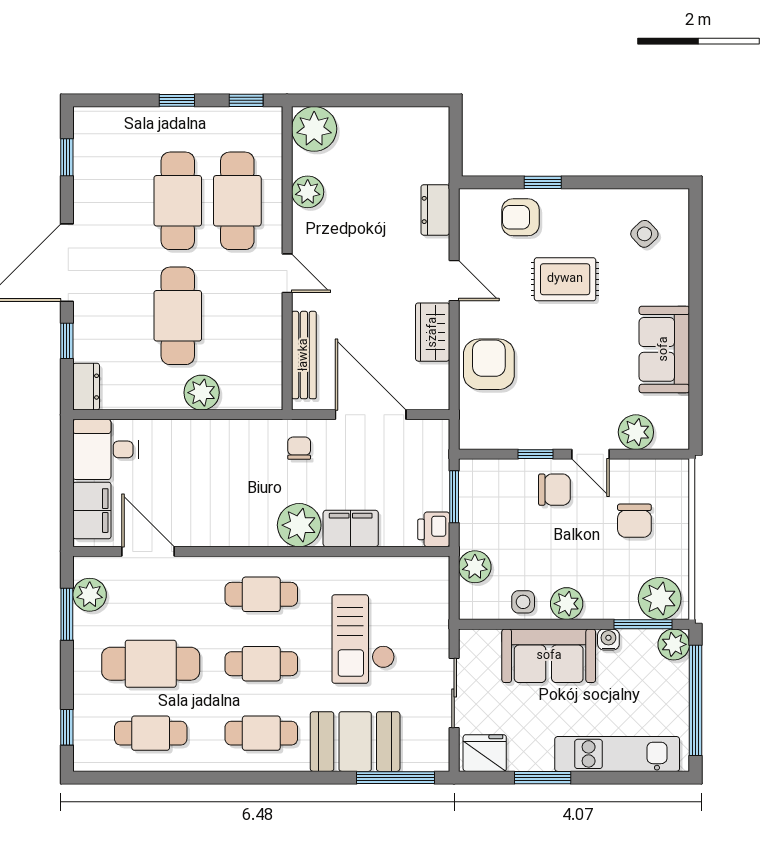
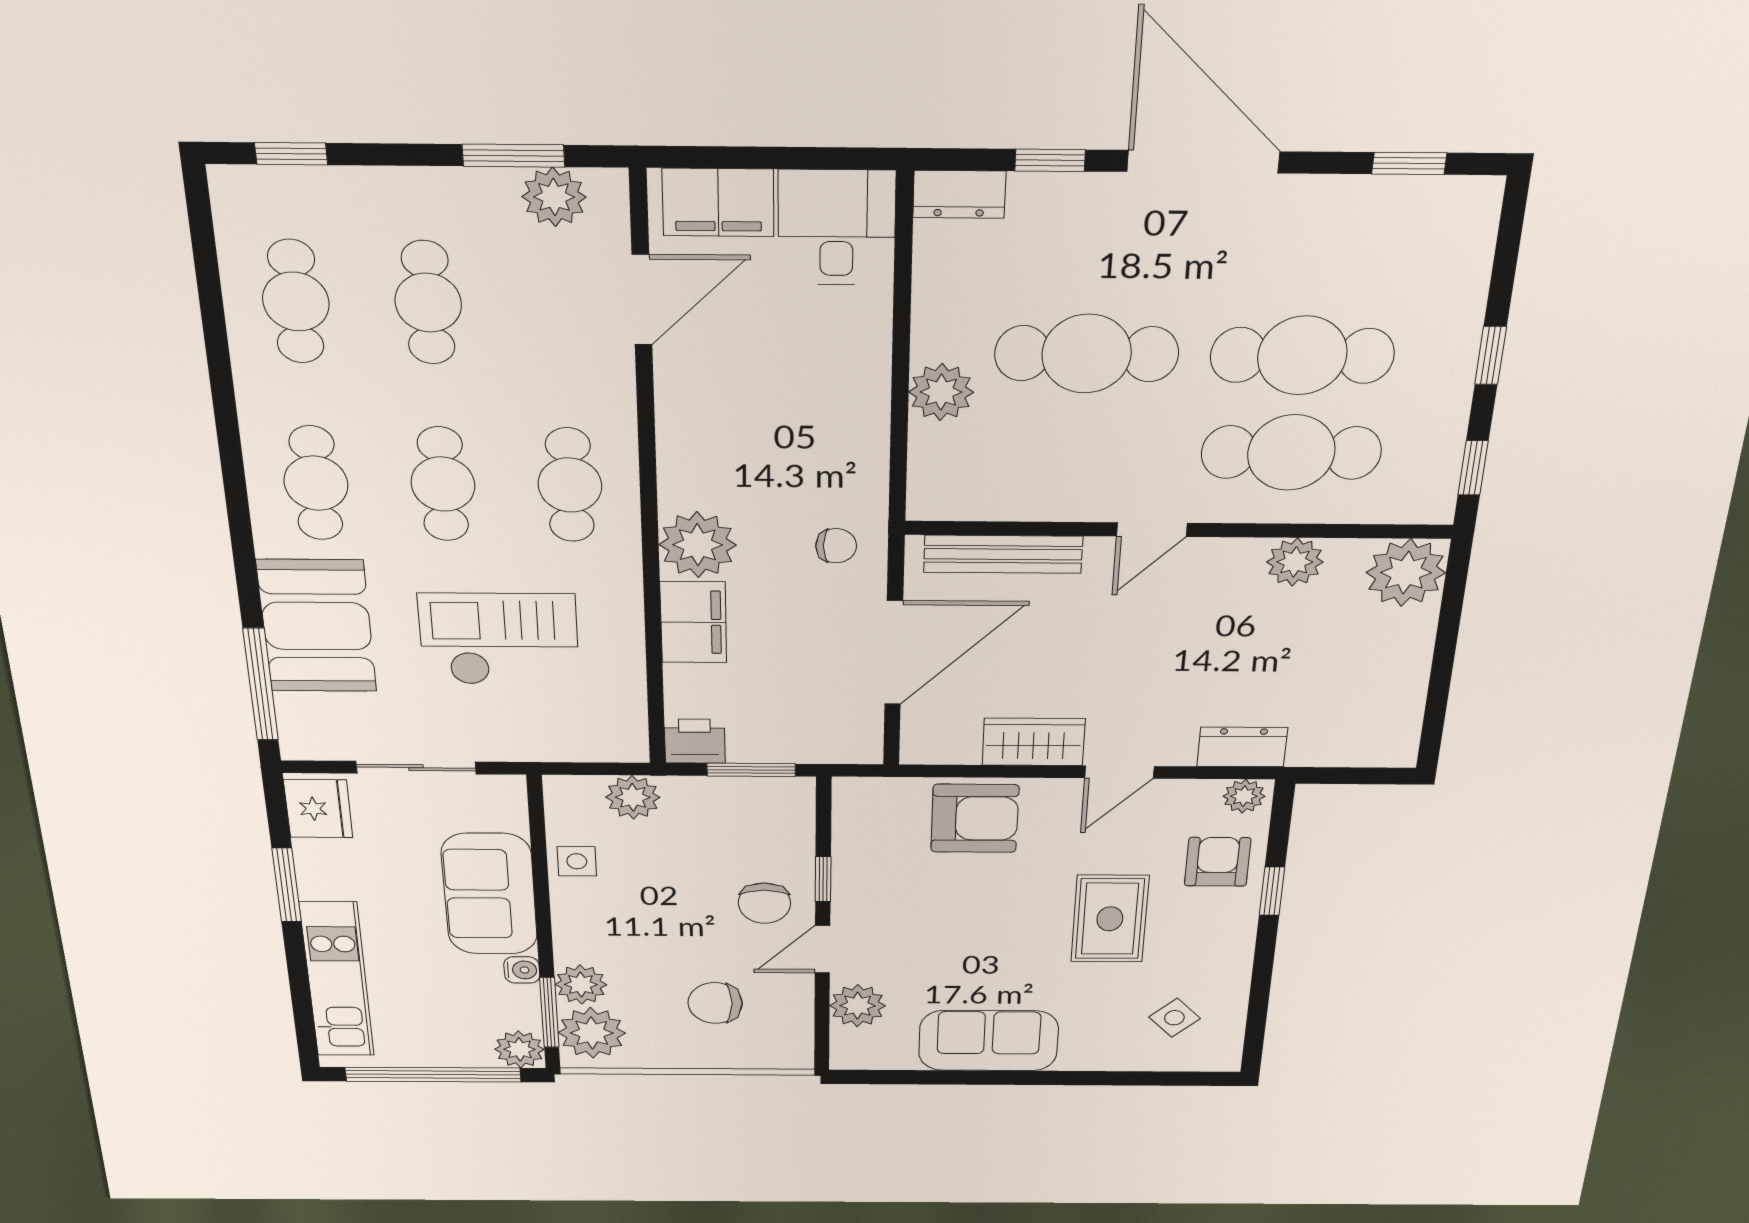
plant: (471, 206) -> (1244, 796), added
plant: (567, 604) -> (581, 985), moved
cafe table: (151, 664) -> (428, 303), width x0.73, depth x0.74

